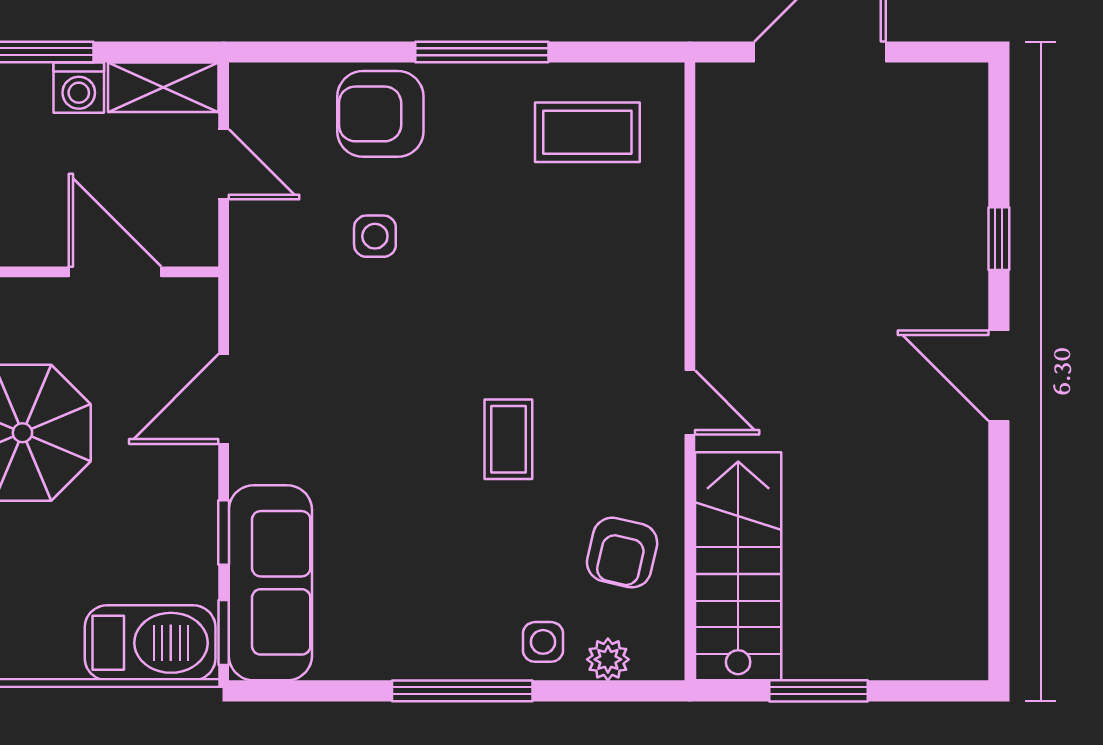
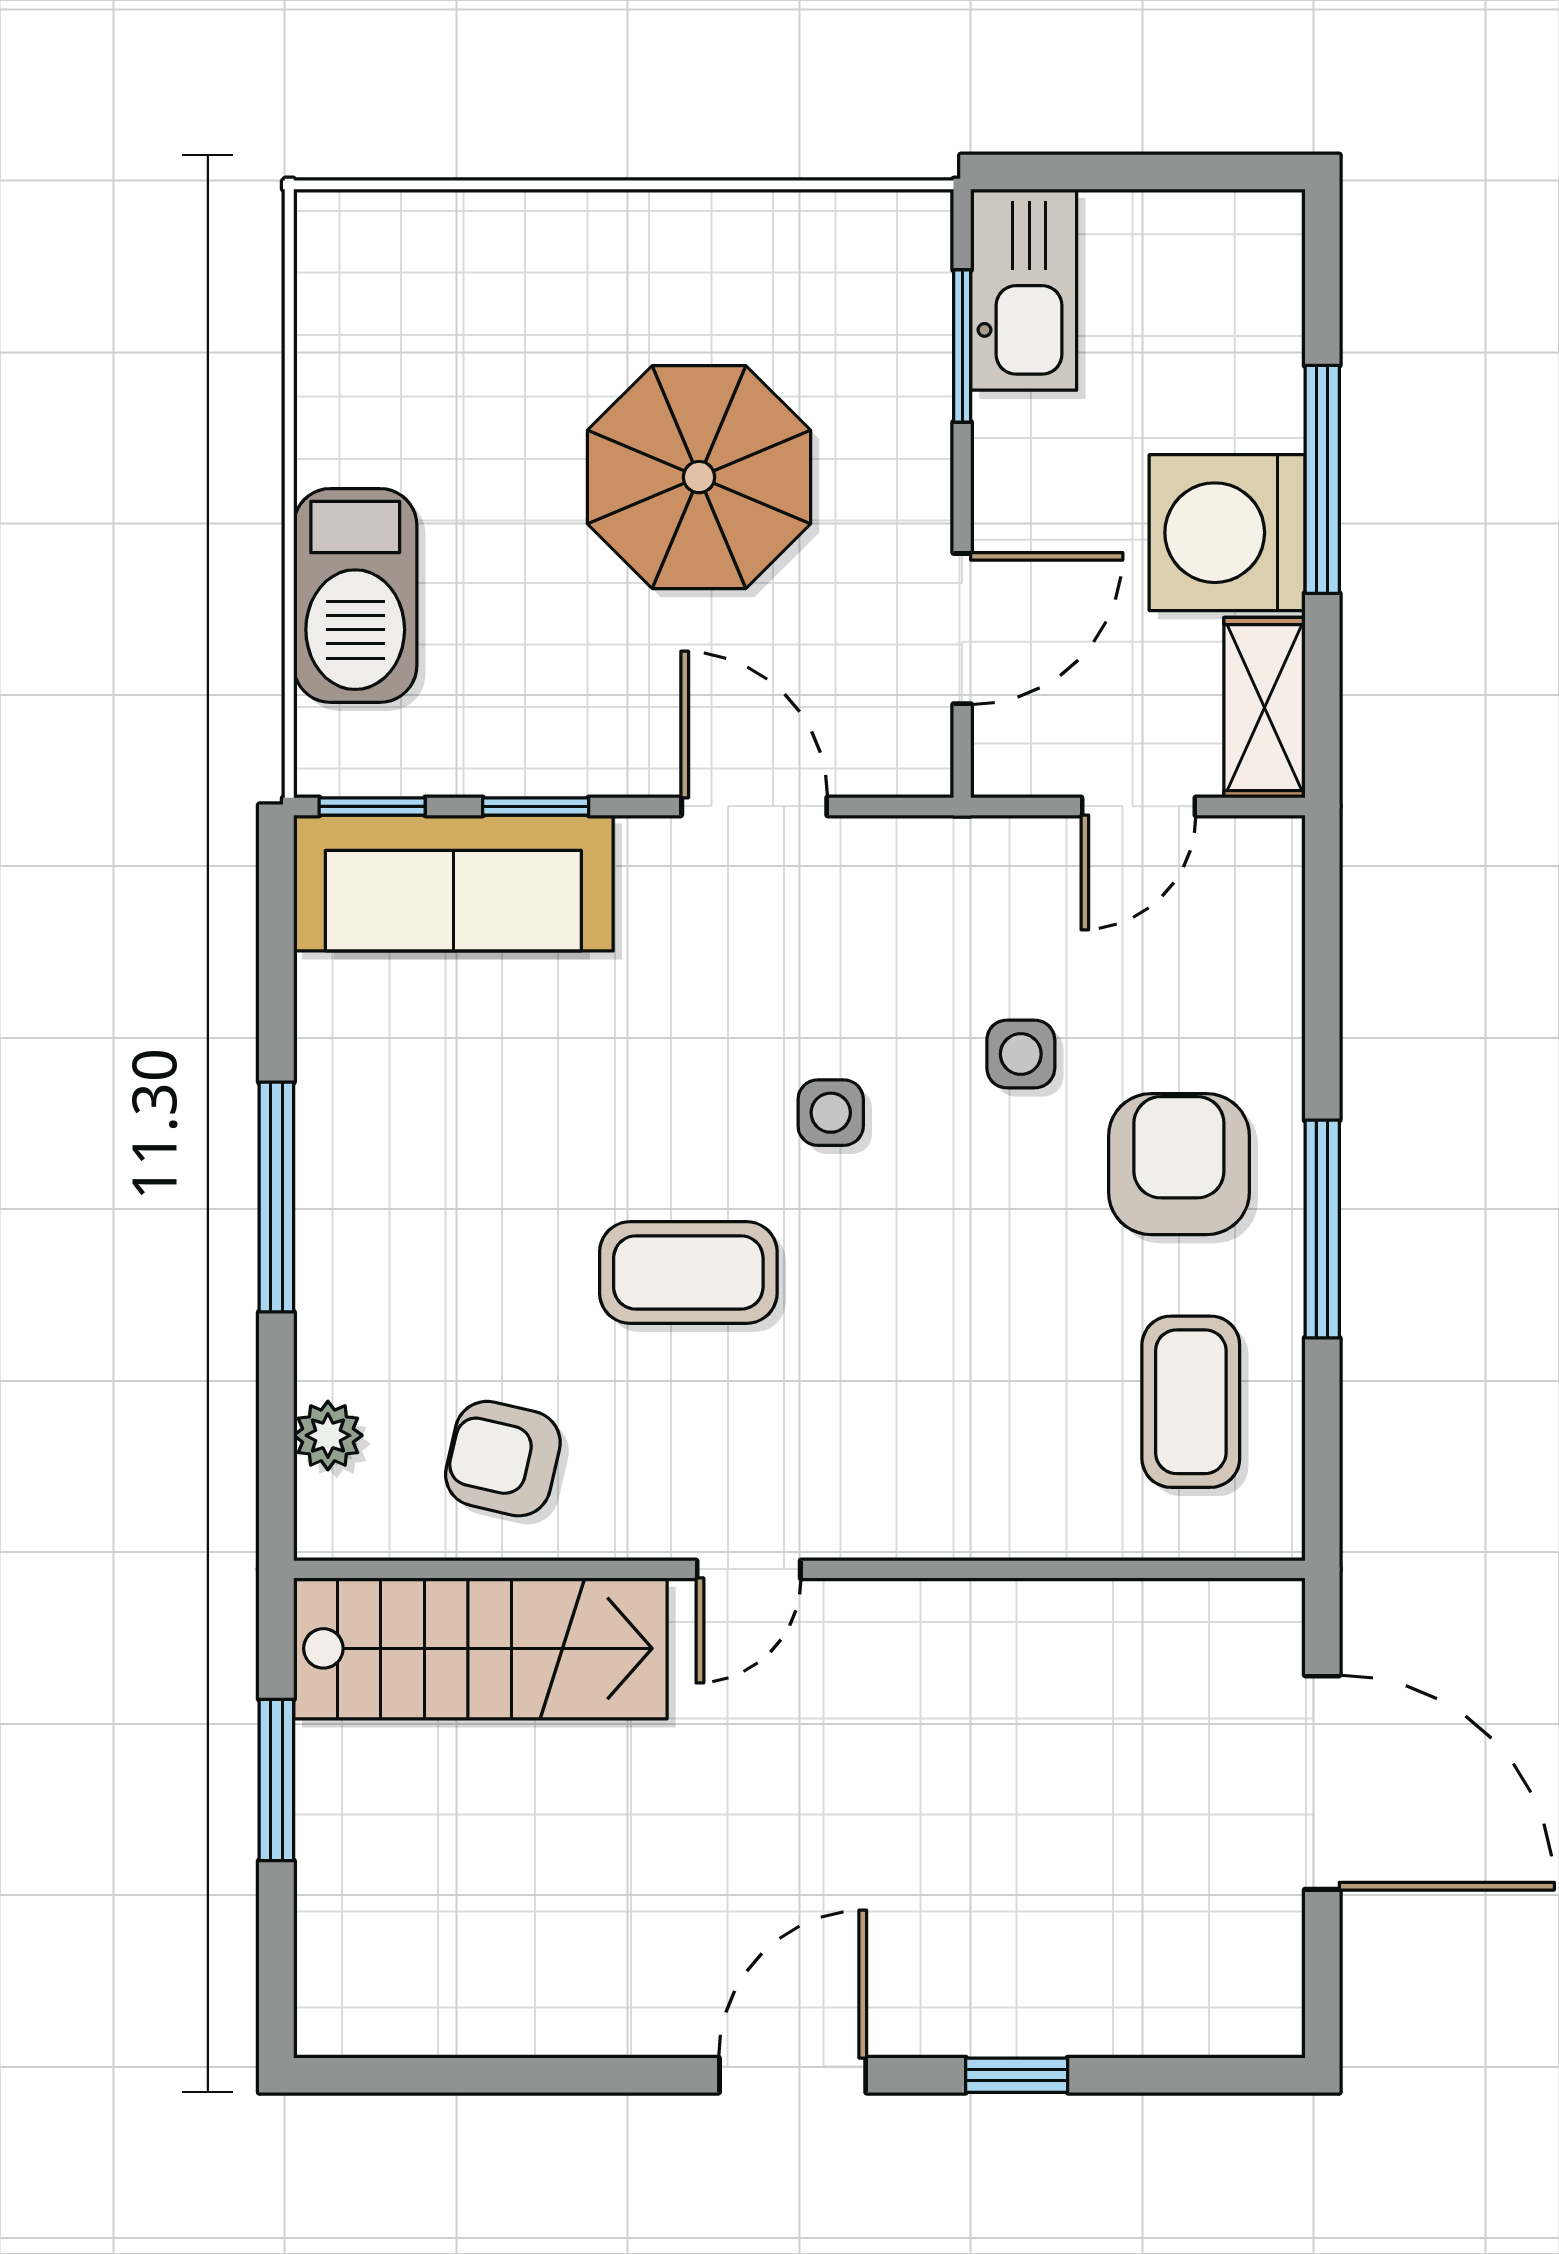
washing machine: (79, 88) -> (1227, 533), width x1.89, depth x1.89
armchair: (380, 114) -> (1179, 1164), moved
coffee table: (508, 439) -> (688, 1272), width x1.36, depth x1.30
side table: (543, 642) -> (831, 1113), moved
barbecue: (150, 643) -> (355, 595), moved

